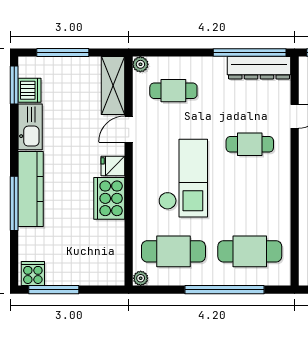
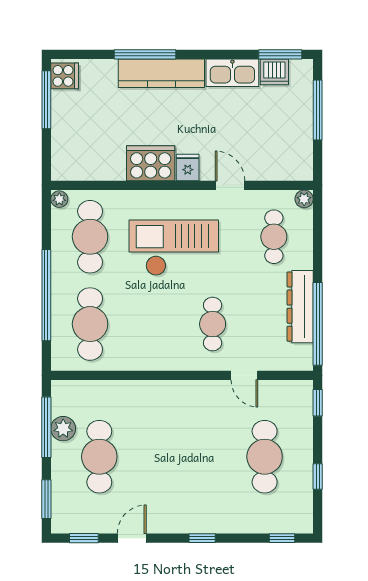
dresser: (259, 68) -> (300, 307), moved
shelving: (113, 86) -> (280, 168), removed
checkout: (183, 178) -> (174, 248), turned 180

